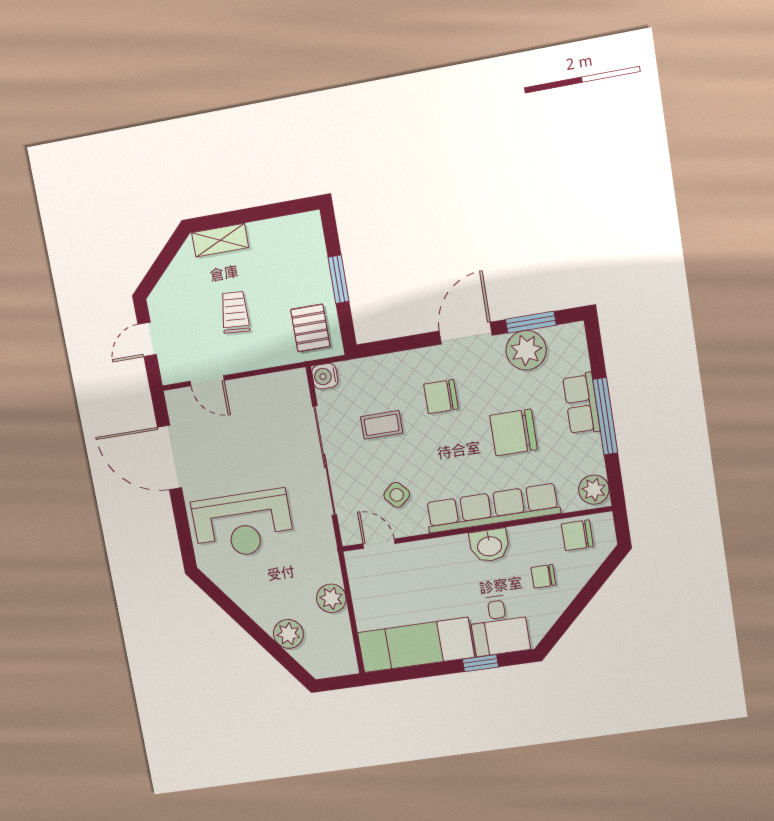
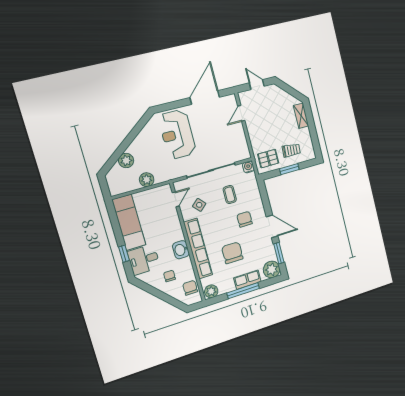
trolley: (235, 312) -> (291, 150), moved
plant: (526, 350) -> (272, 269), moved

